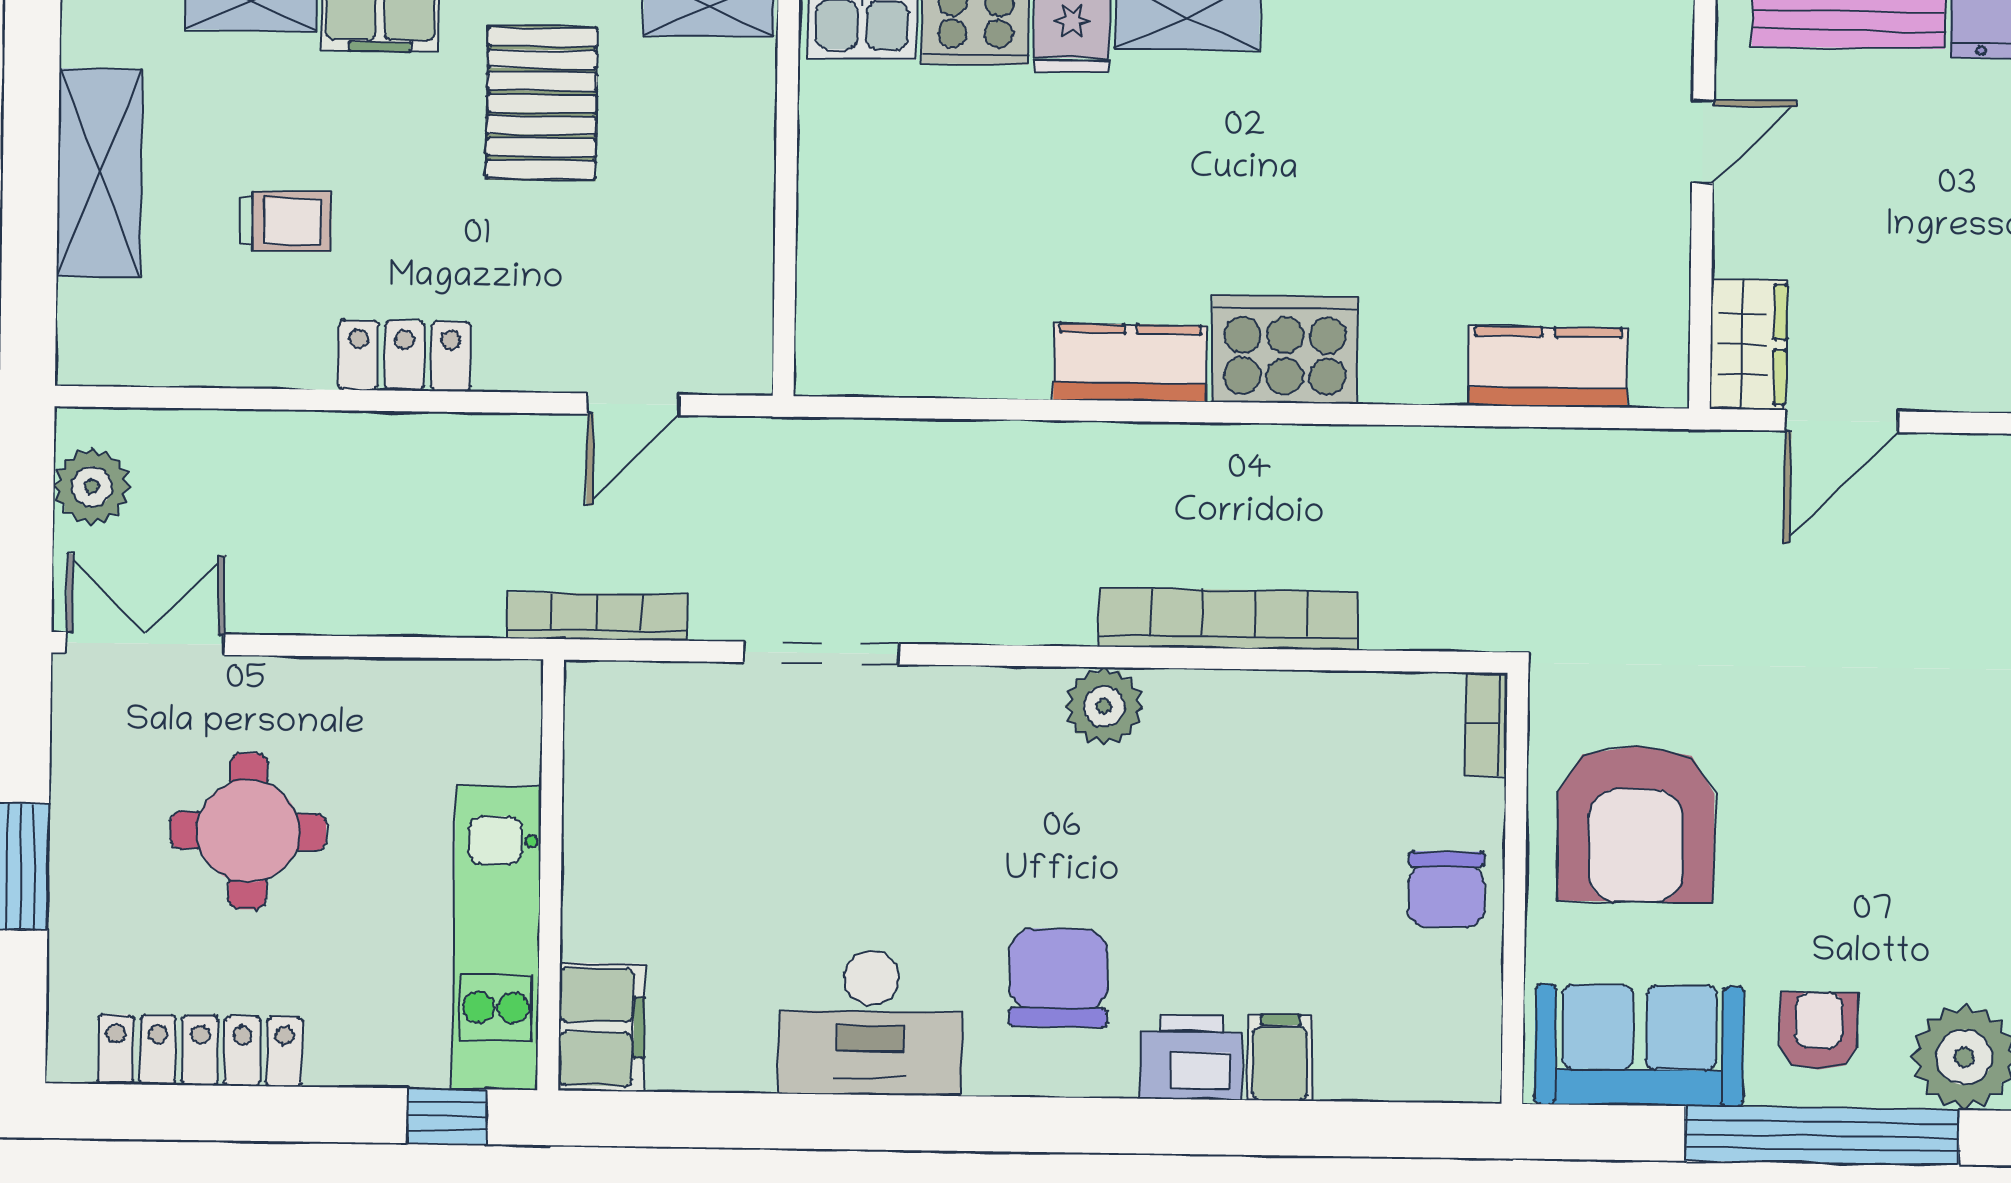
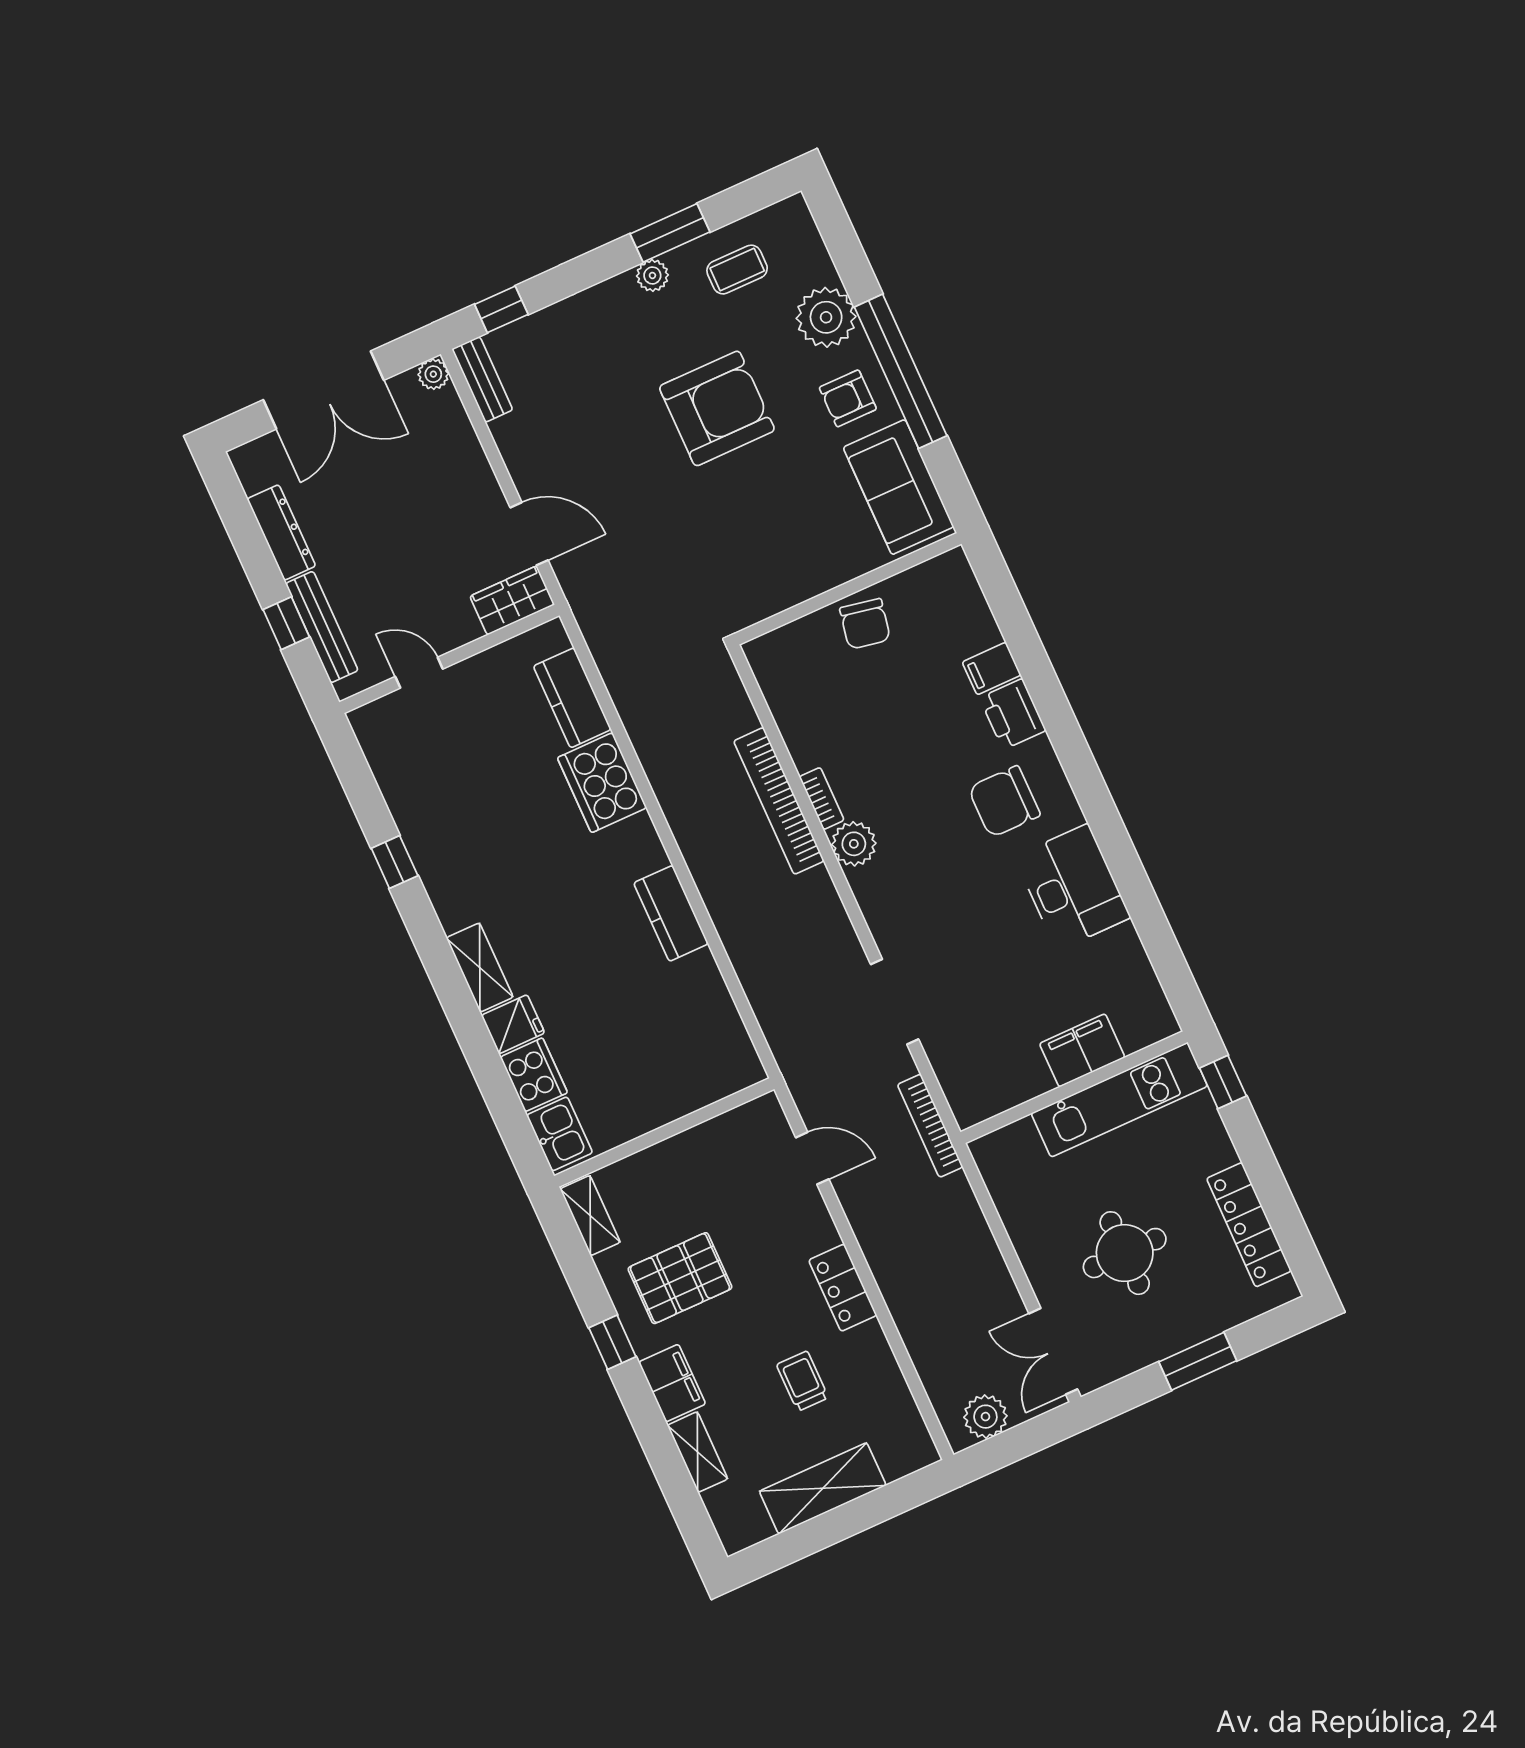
cooker: (1285, 349) -> (602, 783), moved
bookcase: (1486, 724) -> (822, 798), moved, turned -90
armchair: (1636, 824) -> (717, 408), moved
chair: (1446, 889) -> (865, 624), turned 101
filing cabinet: (602, 1027) -> (1082, 1050), moved

